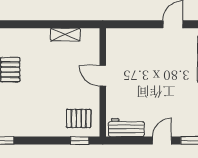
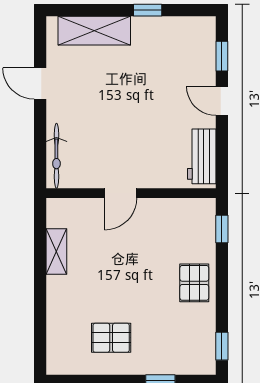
bicycle: (127, 35) -> (56, 156), added
pallet: (79, 118) -> (194, 283), moved

